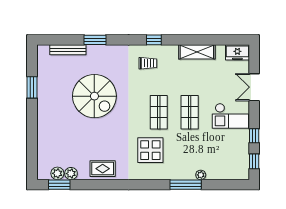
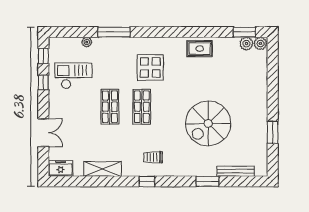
spiral stairs: (94, 96) -> (208, 123), turned -90
checkout: (230, 116) -> (73, 76), moved
plant: (71, 174) -> (260, 43), moved
plant: (201, 175) -> (87, 42), moved

